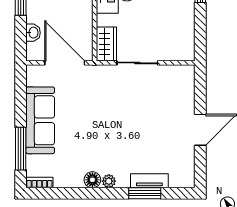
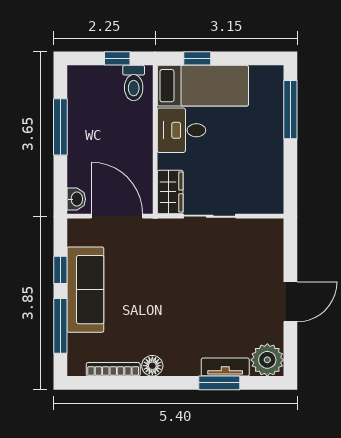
washbasin: (33, 33) -> (76, 199), moved
window: (21, 105) -> (60, 270), added
plant: (109, 181) -> (267, 360), moved, width x1.88, depth x1.88
bookcase: (39, 183) -> (113, 369), moved, width x1.56

